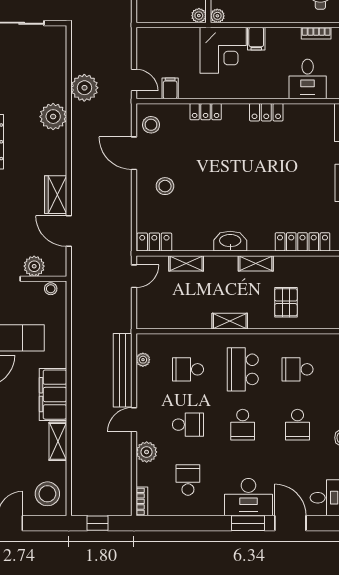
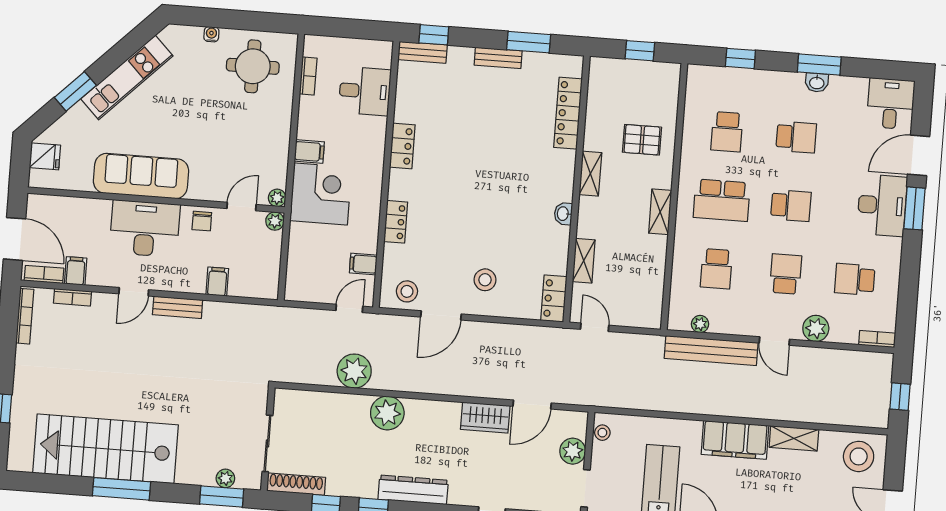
washbasin: (230, 241) -> (563, 214), width x0.52, depth x0.69

